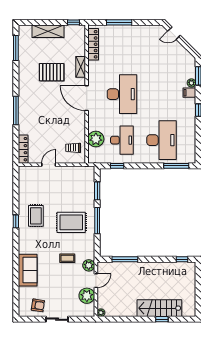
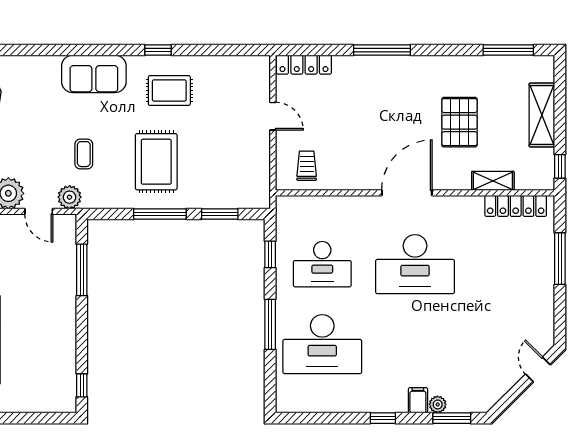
shelving: (81, 67) -> (493, 181), moved
plant: (96, 139) -> (324, 211), removed
window: (176, 166) -> (270, 324), moved
sofa: (28, 270) -> (94, 74), moved

